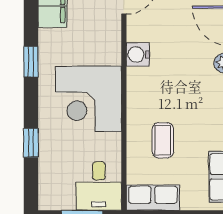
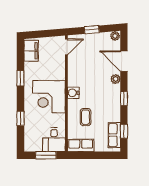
water cooler: (138, 55) -> (73, 93), moved

